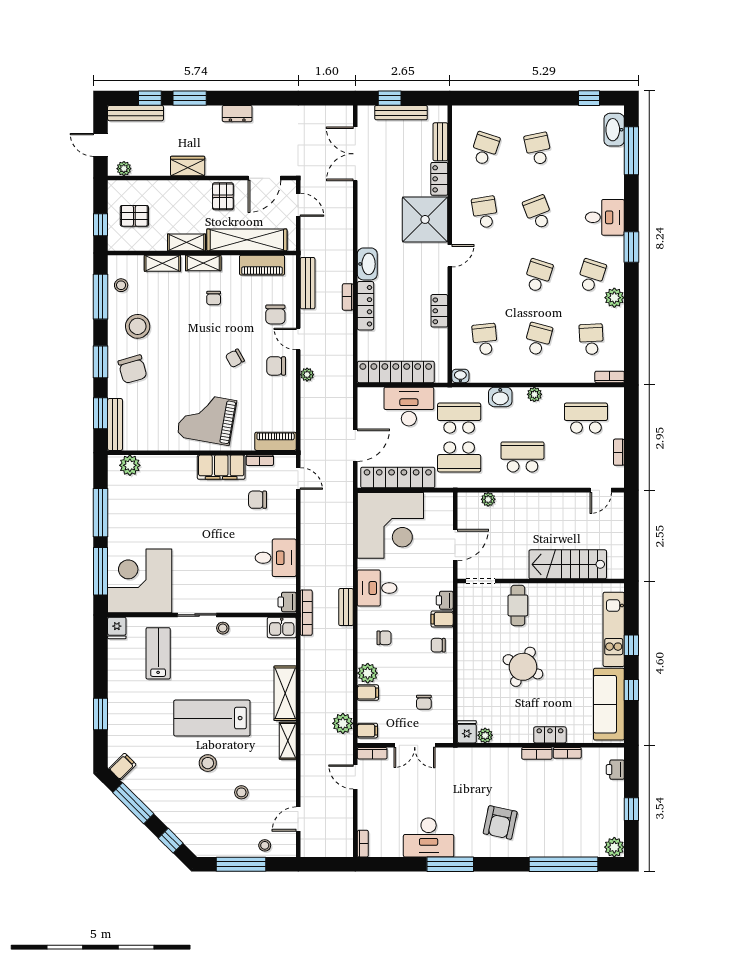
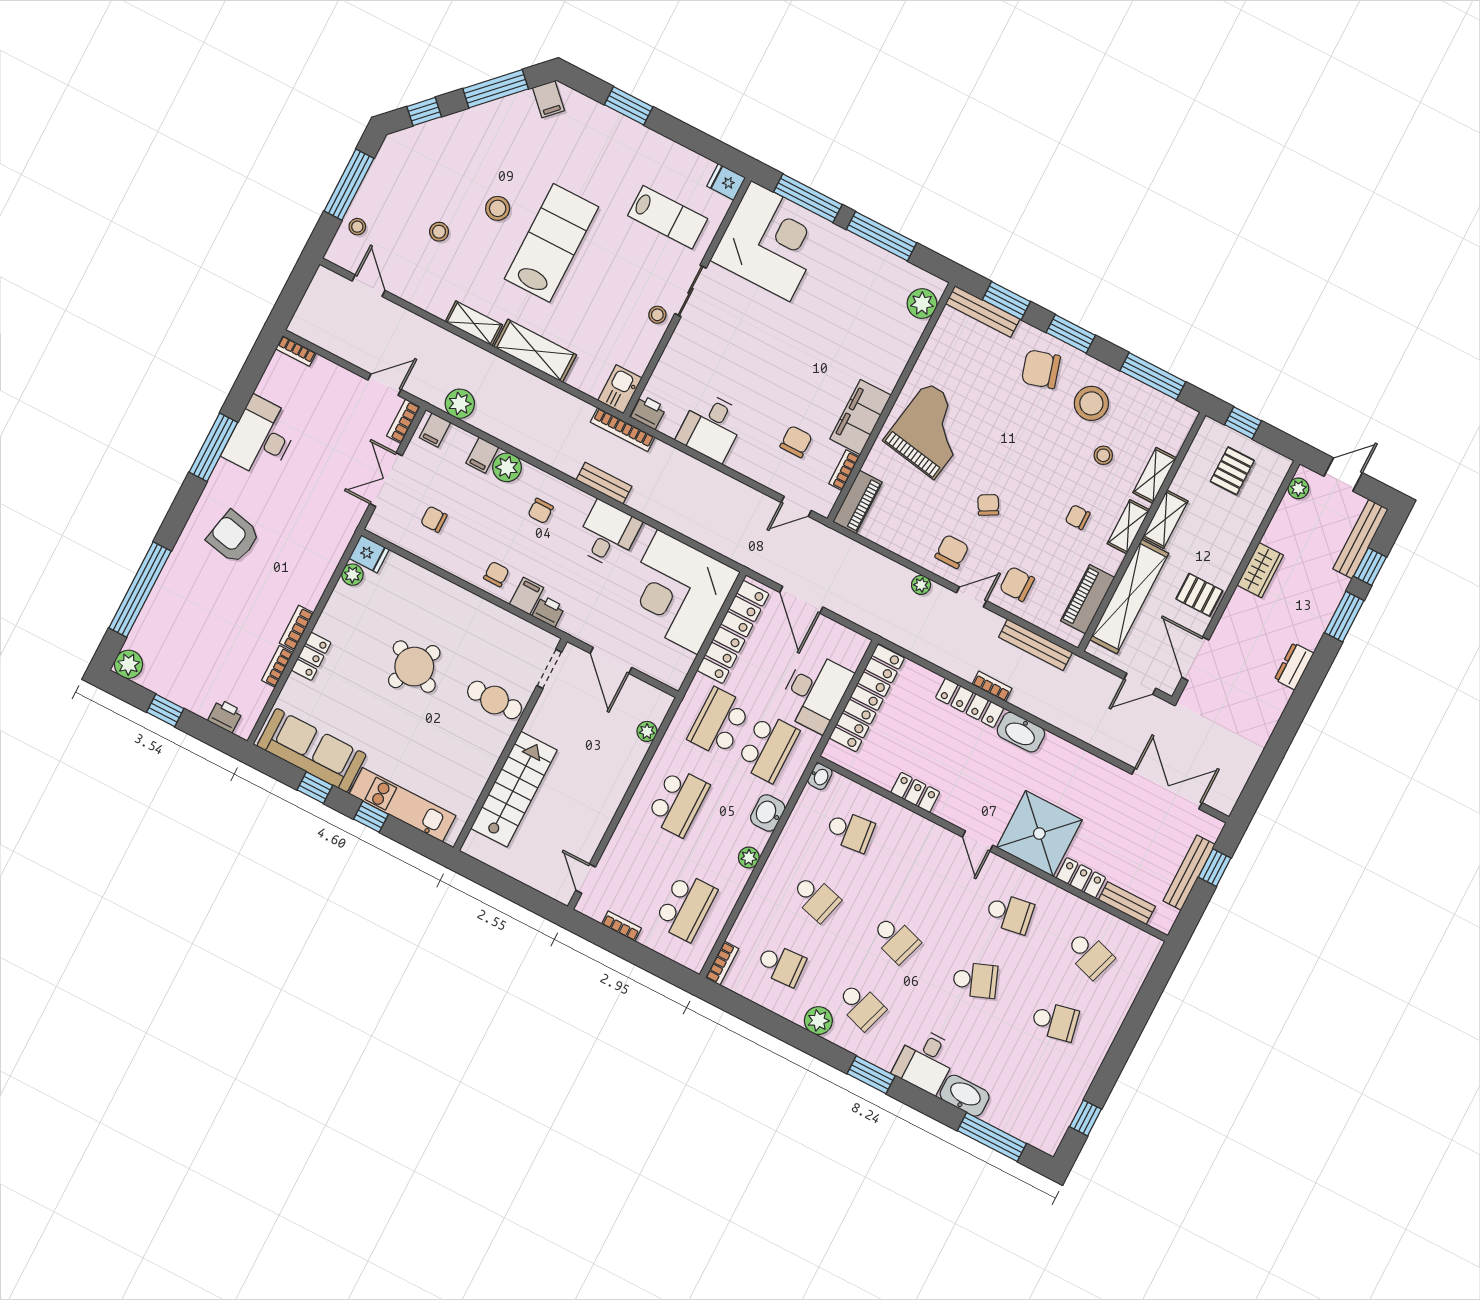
washbasin: (614, 130) -> (965, 1096), moved
stool: (121, 285) -> (1103, 455), moved

